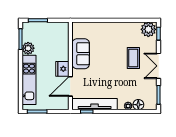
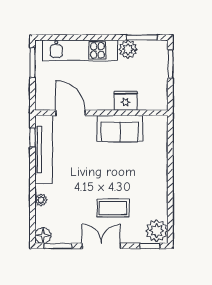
fridge: (62, 69) -> (126, 101), moved
floor lamp: (138, 105) -> (43, 235), moved

